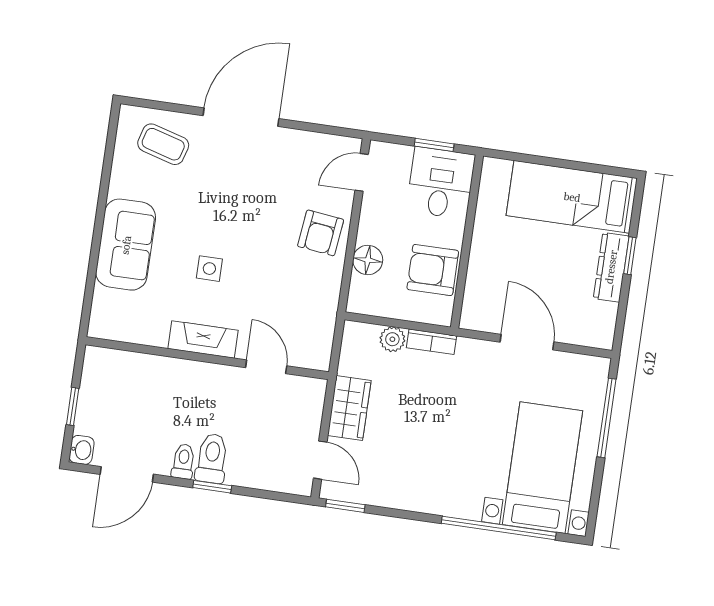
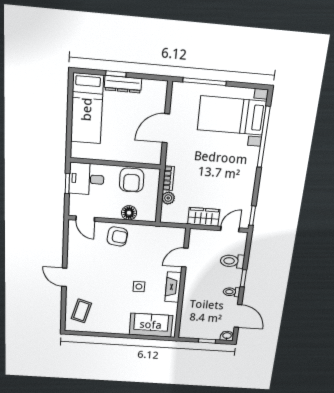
door: (241, 117) -> (64, 277), width x0.53
sofa: (126, 245) -> (151, 325), moved
toilet: (212, 458) -> (232, 261), moved

